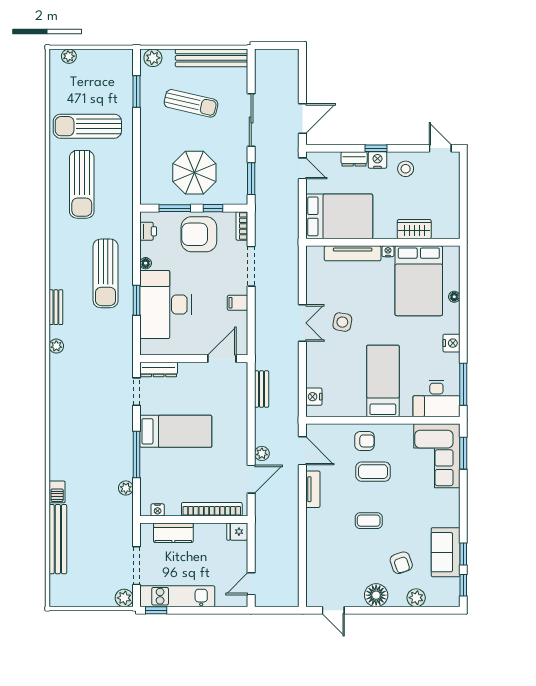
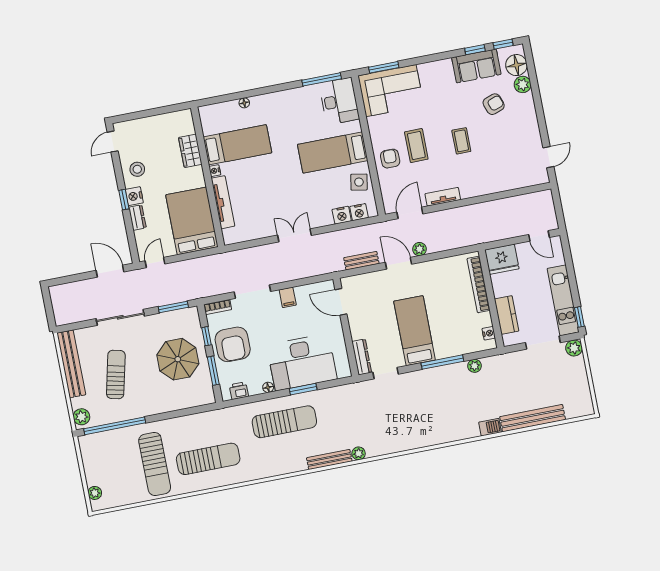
window: (136, 91) -> (115, 426), width x2.11
bed: (419, 281) -> (237, 145), width x0.67
bench: (56, 307) -> (329, 460), width x1.36
side table: (342, 322) -> (359, 182), moved
nightstand: (451, 343) -> (342, 215), moved, turned 180
door: (251, 479) -> (398, 263), moved
fridge: (237, 532) -> (502, 259), width x1.88, depth x1.34
floor lamp: (376, 595) -> (516, 65), moved

